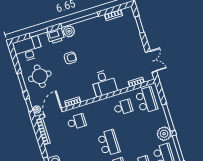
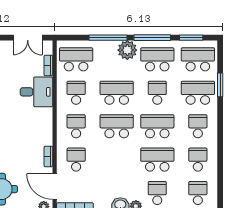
double door: (151, 62) -> (28, 38), swing flipped
desk: (104, 83) -> (36, 92), moved
school desk: (100, 115) -> (76, 126), added
school desk: (132, 136) -> (117, 93), added

